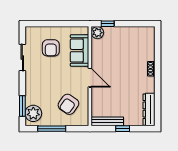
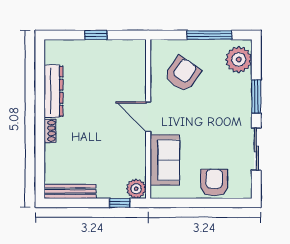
armchair: (51, 48) -> (214, 183), moved
window: (22, 106) -> (256, 97), moved
dresser: (149, 110) -> (54, 91), moved
bench: (107, 121) -> (70, 191), moved

